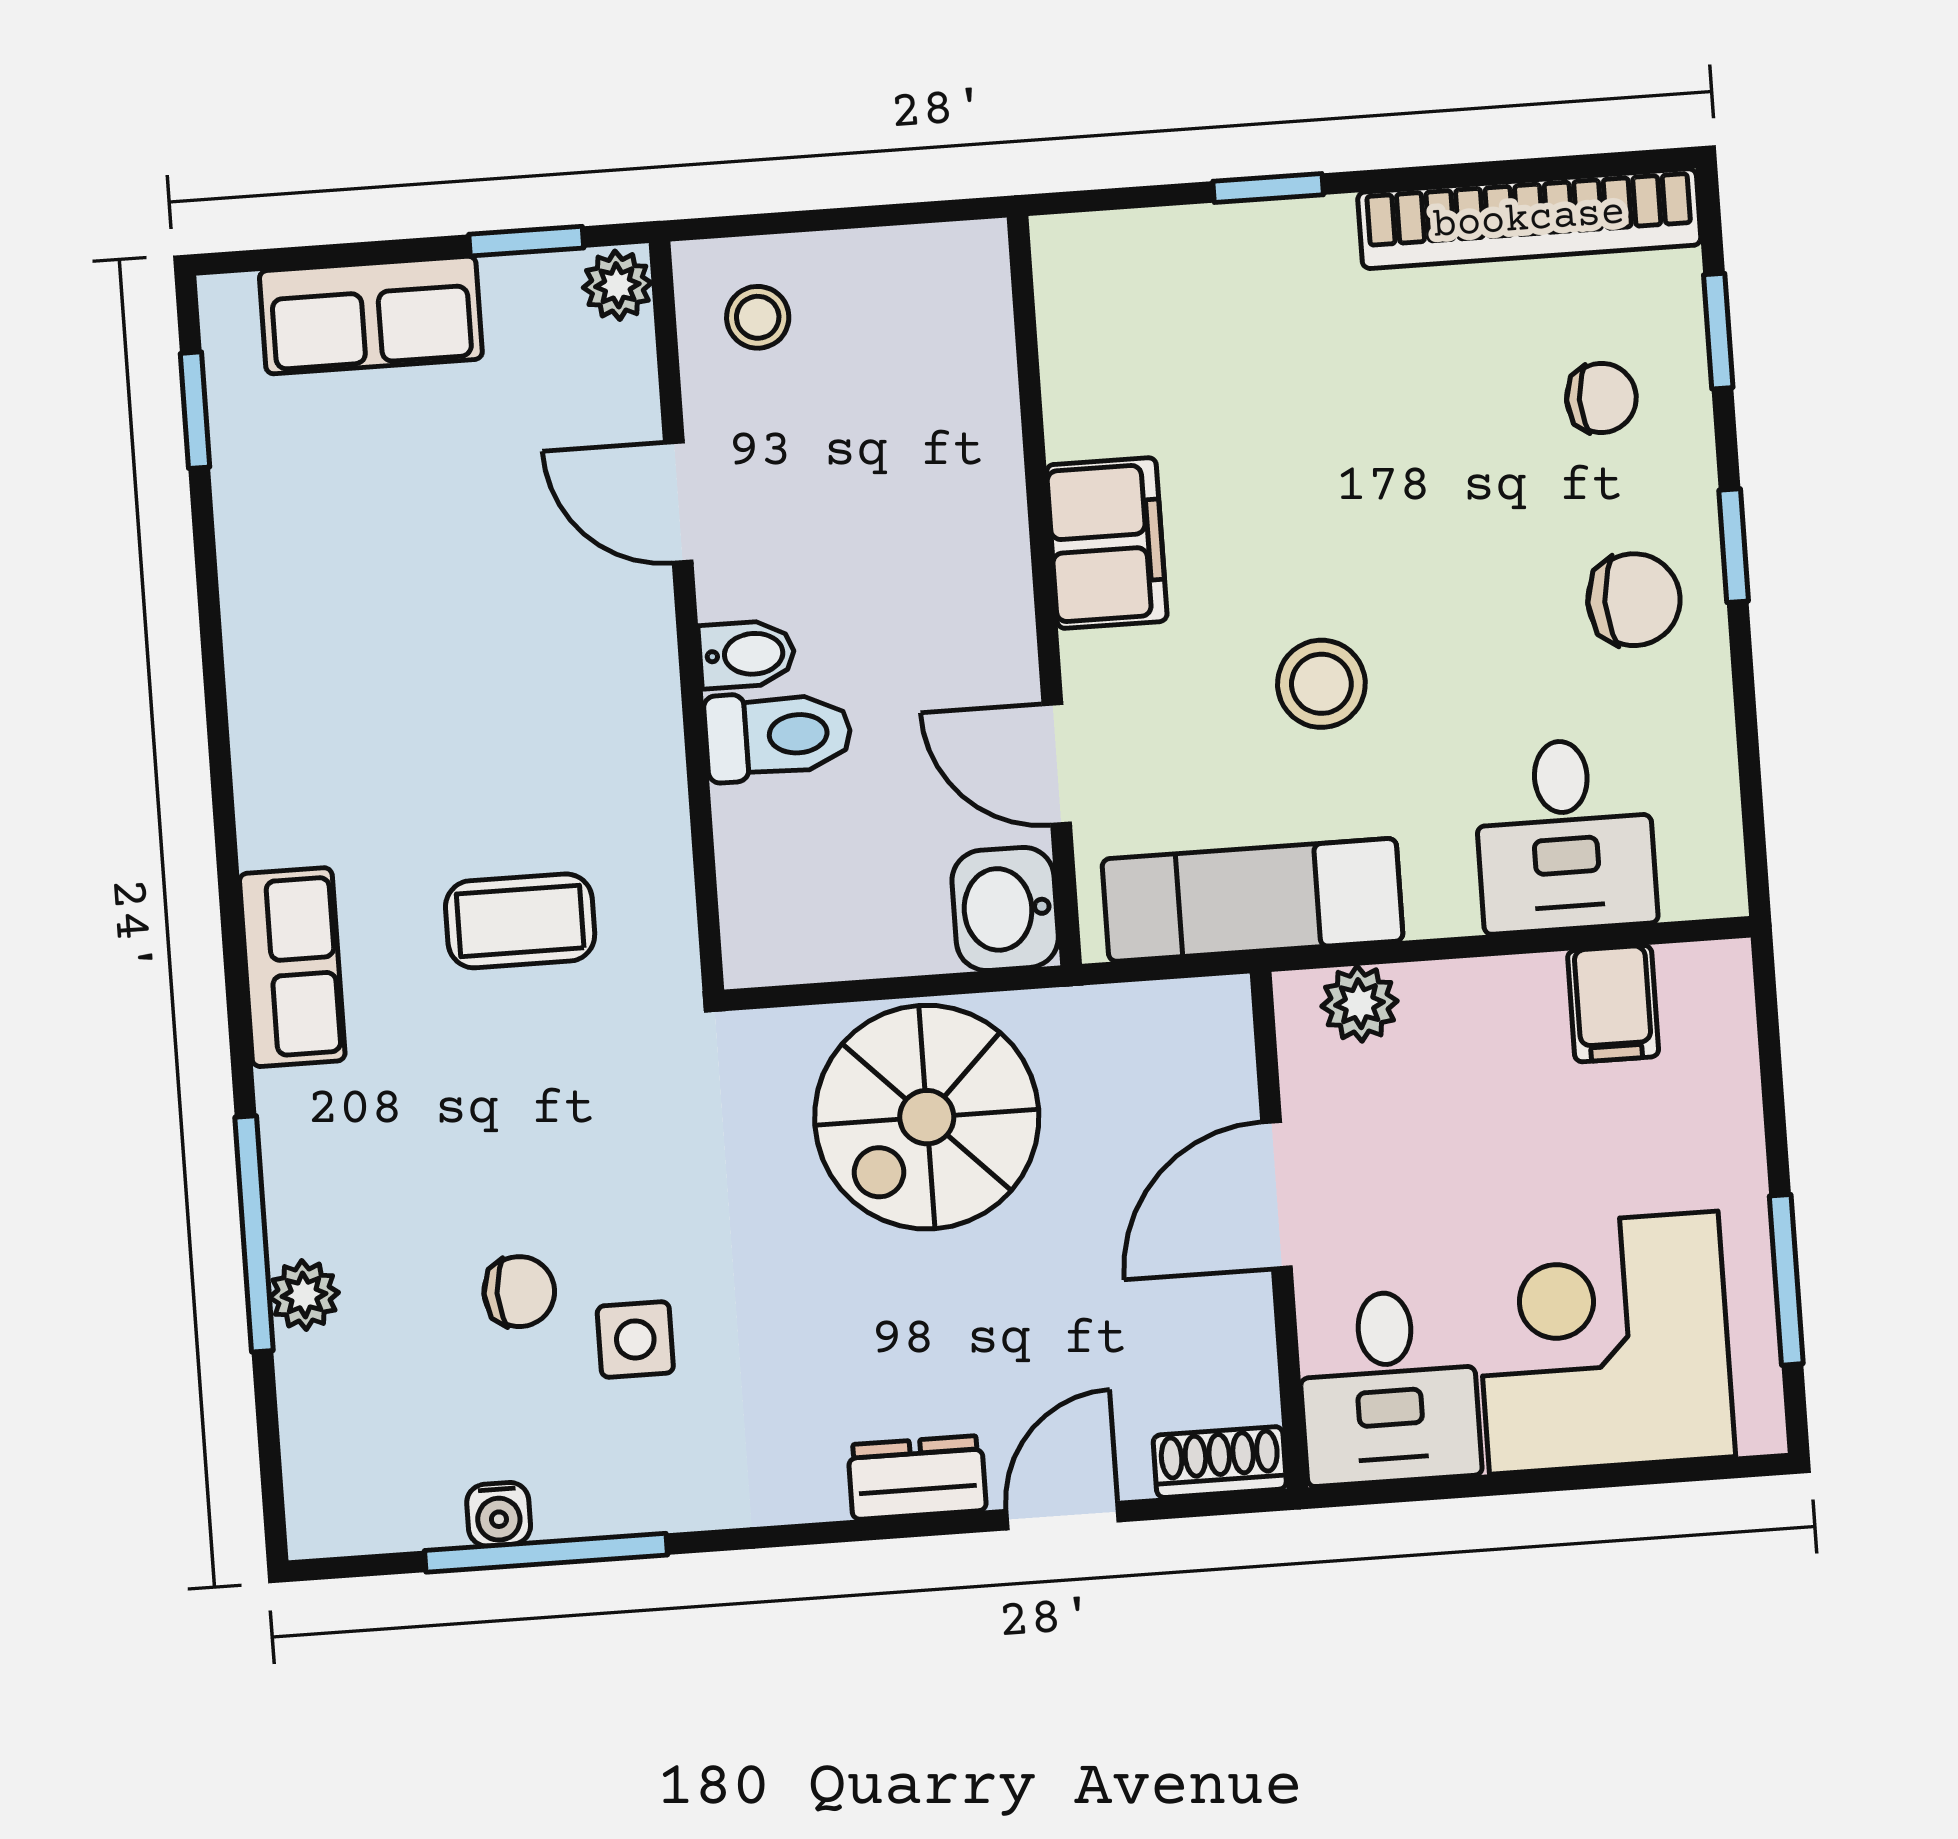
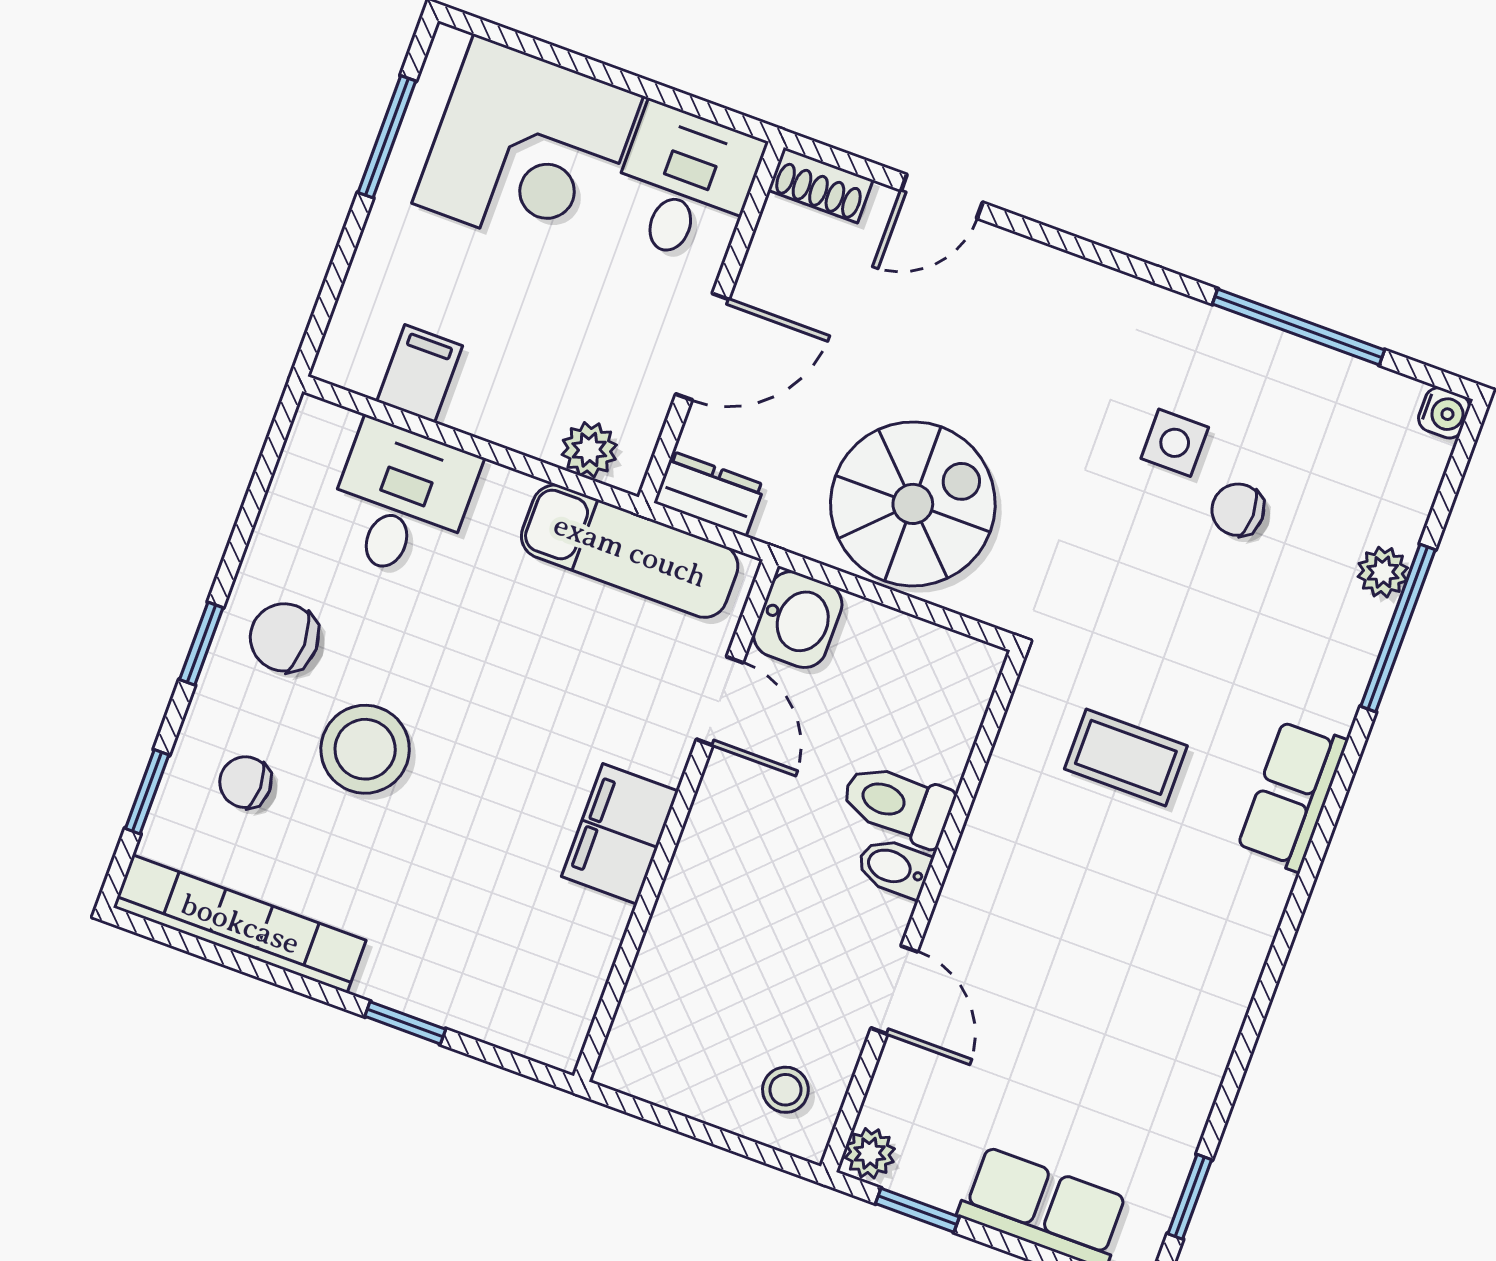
stool: (1321, 684) -> (365, 749), moved, width x1.38, depth x1.38
dresser: (917, 1478) -> (709, 494), moved, turned 180
water cooler: (499, 1514) -> (1444, 413), moved, turned 90

